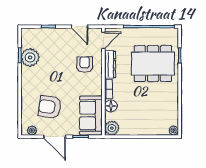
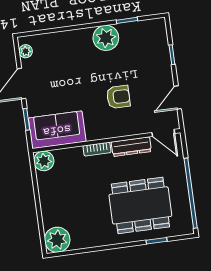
plant: (30, 57) -> (106, 38), moved
dining table: (153, 64) -> (140, 205), turned 90
armchair: (85, 65) -> (118, 97), moved
floor lamp: (111, 106) -> (74, 155), removed
armchair: (50, 107) -> (61, 72), removed
plant: (174, 130) -> (57, 240), width x1.88, depth x1.88

